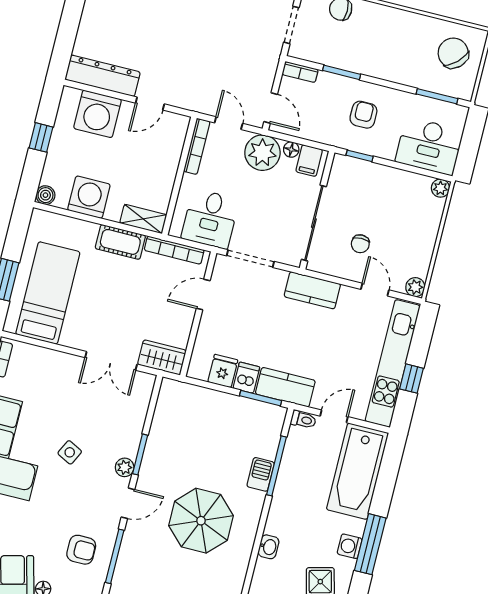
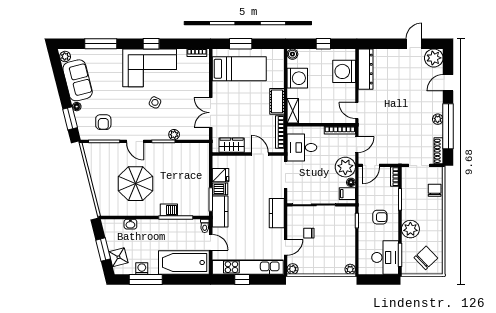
plant: (397, 67) -> (410, 229), added
door: (150, 104) -> (357, 111), moved
desk: (429, 146) -> (385, 257), moved, turned 180
wardrobe: (162, 357) -> (232, 145), moved, turned -90
plant: (125, 467) -> (174, 135), moved

